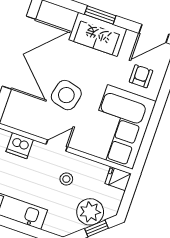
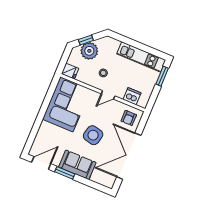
window: (100, 15) -> (65, 173), moved
armchair: (141, 76) -> (129, 118), moved
side table: (66, 95) -> (93, 135), moved

